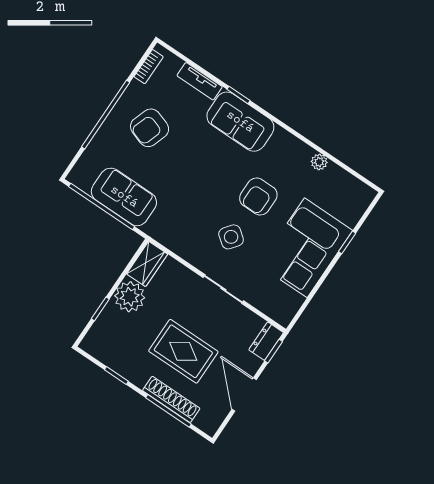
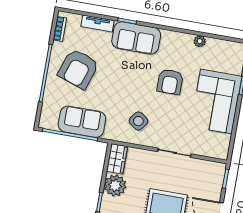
armchair: (150, 128) -> (78, 69), width x1.36, depth x1.36
side table: (231, 237) -> (138, 121), moved
dresser: (266, 341) -> (218, 174), removed

